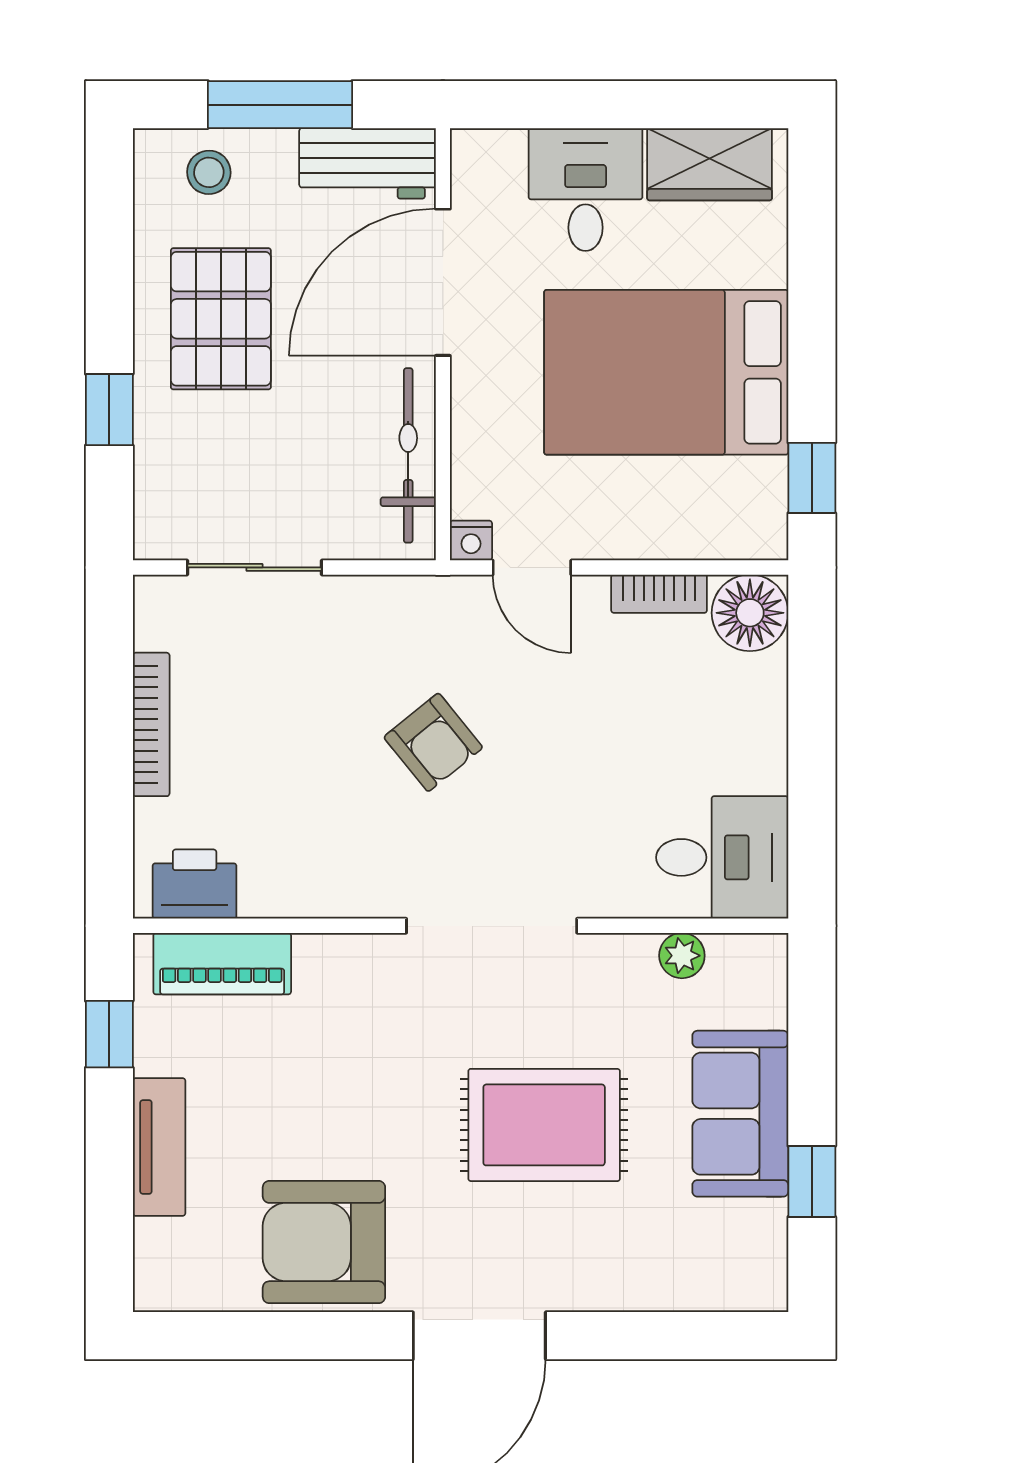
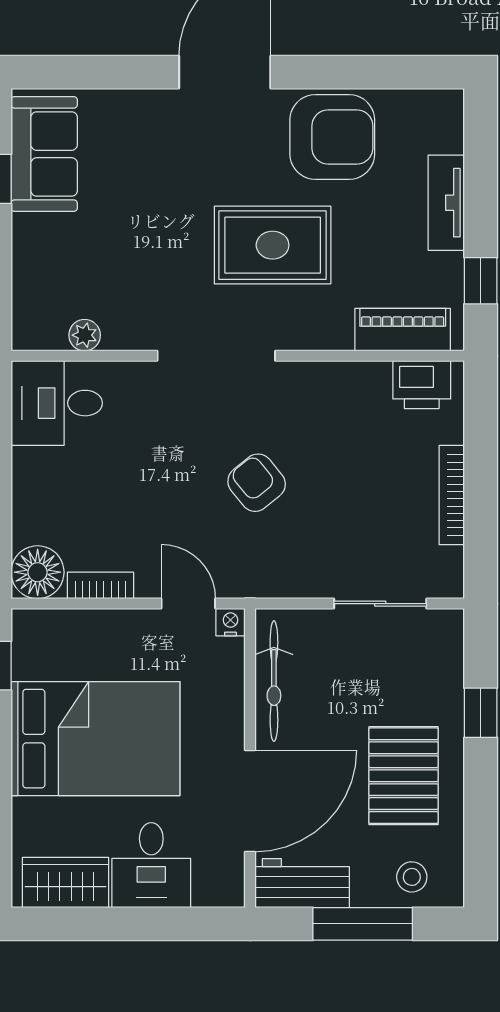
sofa: (740, 1114) -> (44, 154), moved
rug: (544, 1125) -> (273, 245), moved

